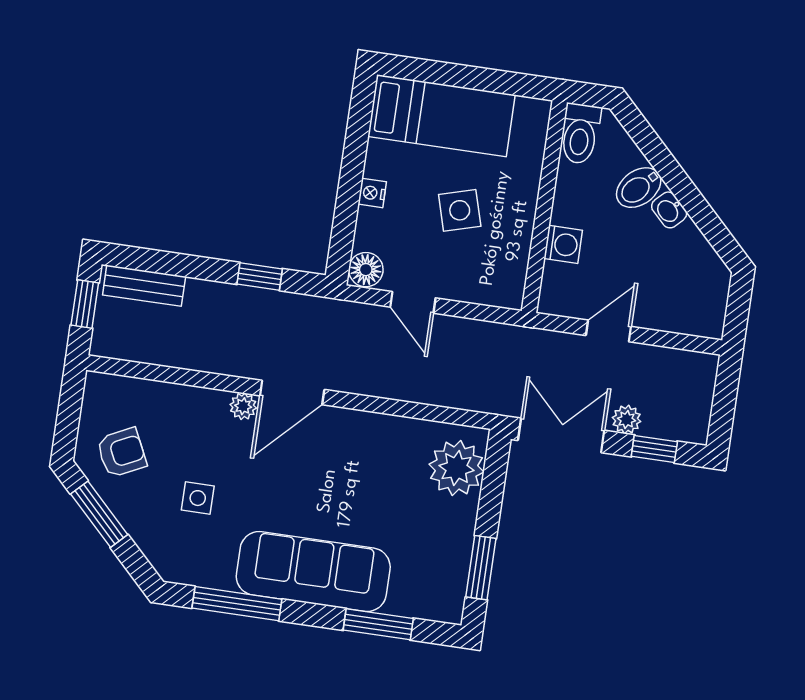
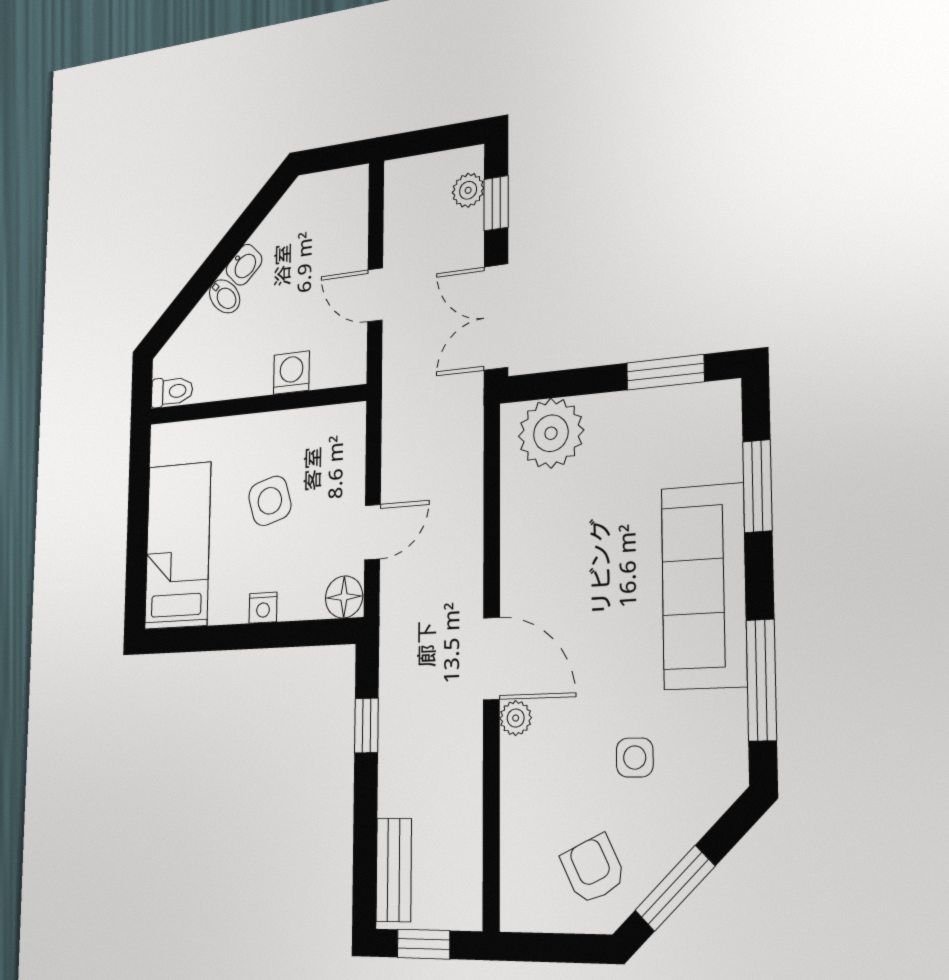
toilet: (580, 134) -> (172, 392), width x0.73, depth x0.72
bidet: (639, 188) -> (225, 296), width x0.72, depth x0.74
plant: (627, 420) -> (468, 190), moved

